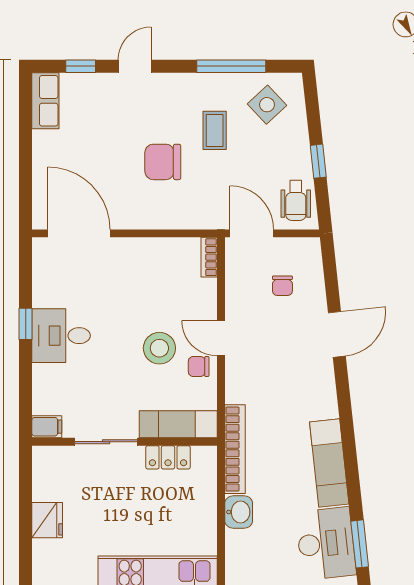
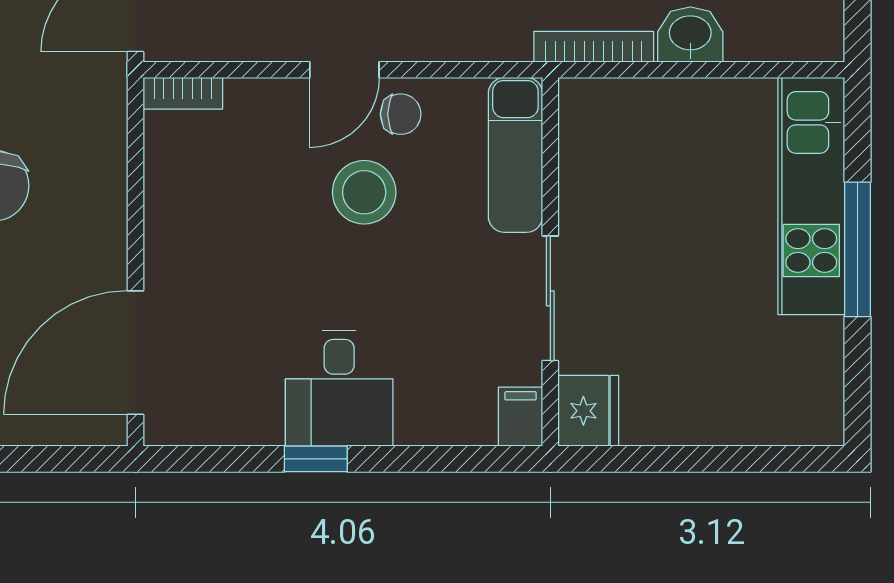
chair: (199, 367) -> (401, 114), turned -90
bookcase: (235, 449) -> (594, 47), width x0.68, depth x0.76
locker: (168, 457) -> (581, 175), removed
fridge: (47, 520) -> (588, 411), moved, turned 90

